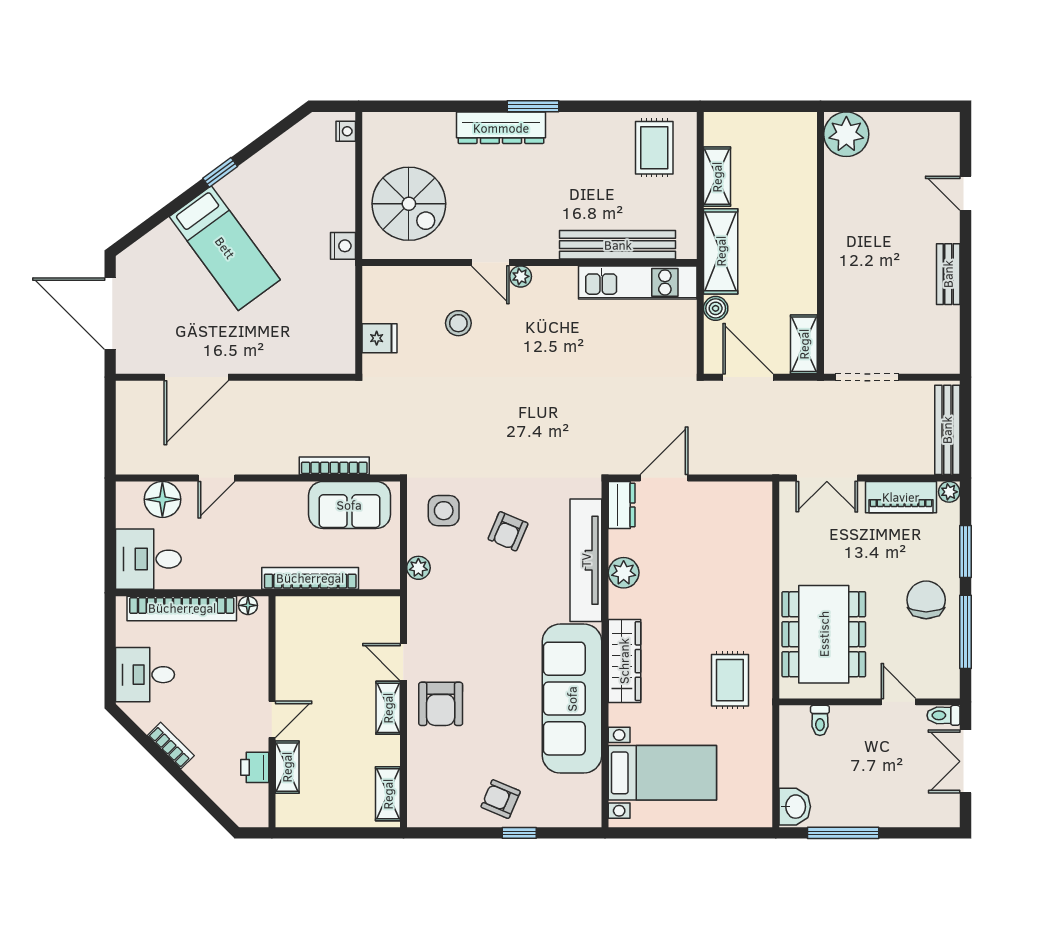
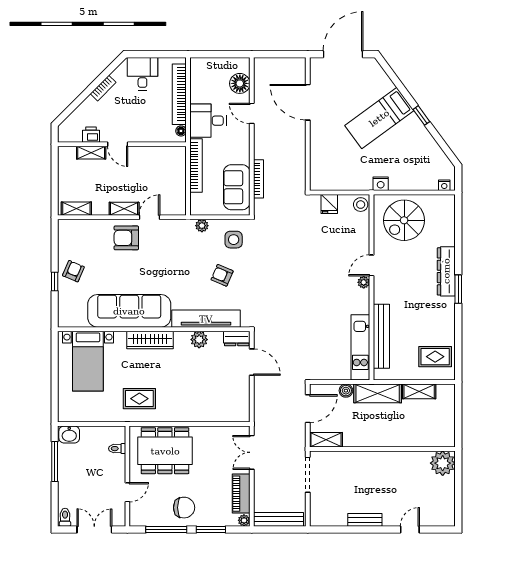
stool: (458, 323) -> (361, 205), moved
desk: (148, 559) -> (208, 121), moved, turned -90
toilet: (943, 715) -> (65, 517), moved

